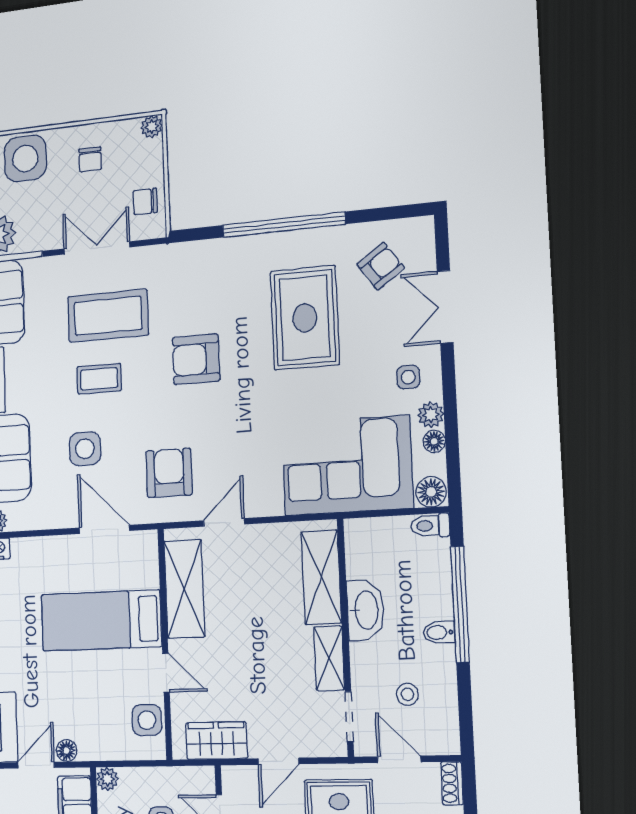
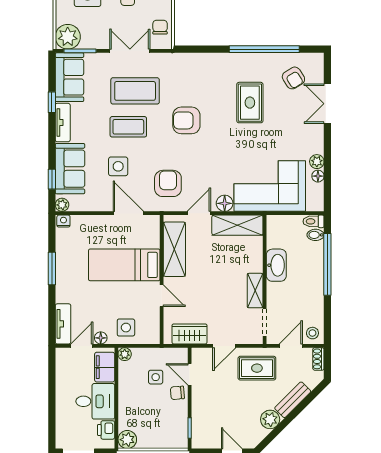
chair: (145, 202) -> (160, 27), turned 90
window: (283, 225) -> (264, 49), moved
armchair: (381, 266) -> (293, 78), turned 93
rug: (305, 318) -> (250, 103), width x0.73, depth x0.70
side table: (408, 377) -> (306, 140), removed
coffee table: (99, 379) -> (128, 127), width x1.36, depth x1.30
floor lamp: (431, 492) -> (225, 203), moved
shelving: (321, 577) -> (237, 225), moved, turned 90
bidet: (439, 632) -> (316, 235), moved
stool: (407, 694) -> (312, 333), moved
side table: (147, 720) -> (126, 328), moved
door: (399, 759) -> (291, 346), hinge flipped

